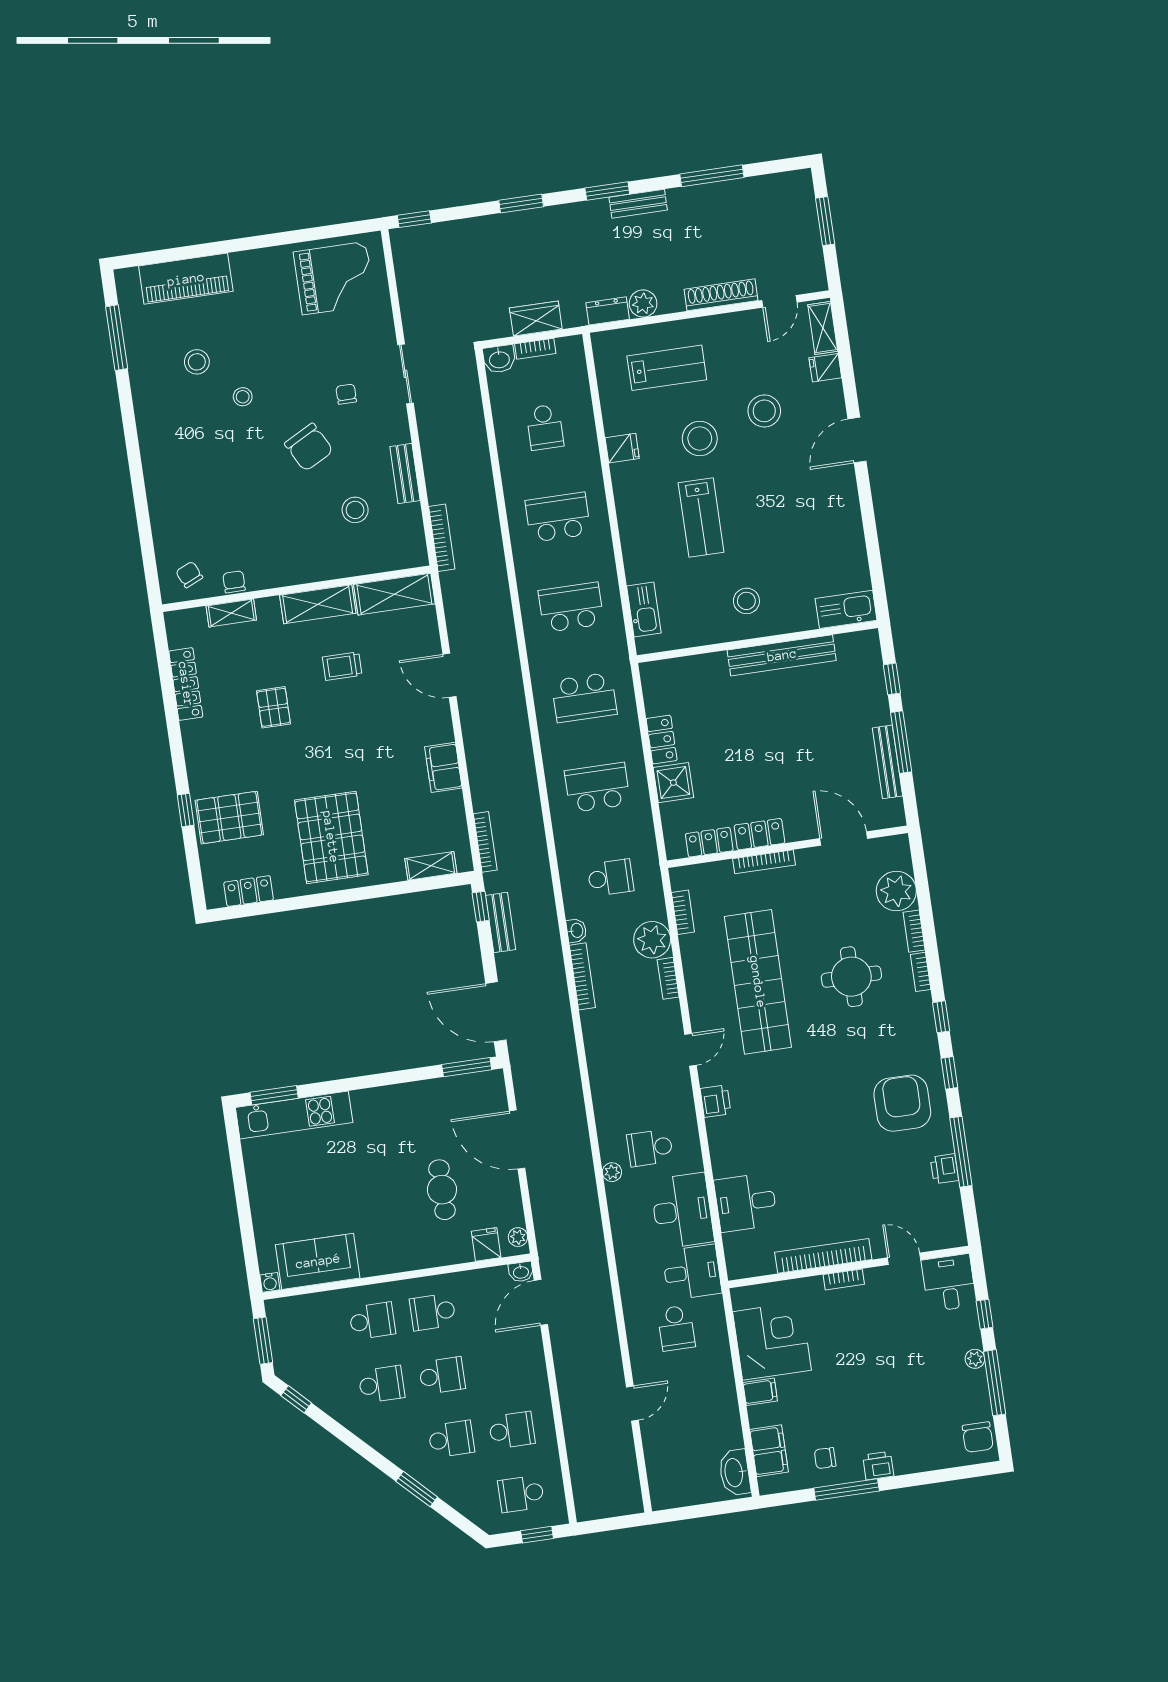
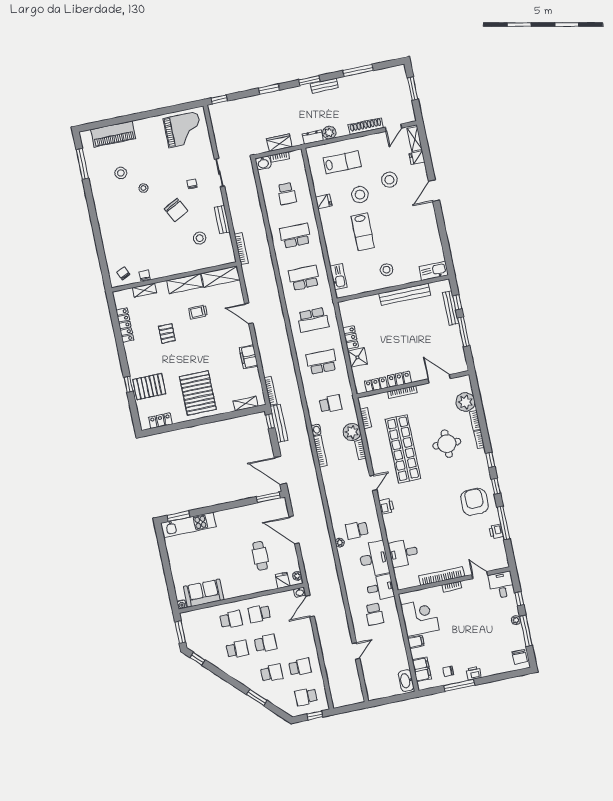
bench: (887, 762) -> (451, 308), moved
bench: (501, 922) -> (279, 423), width x1.36

